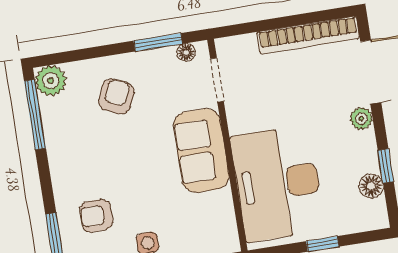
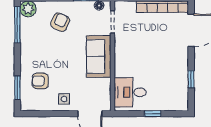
plant: (361, 119) -> (183, 53), removed
desk: (278, 183) -> (130, 92), width x0.53, depth x0.77
floor lamp: (371, 186) -> (182, 88), removed

